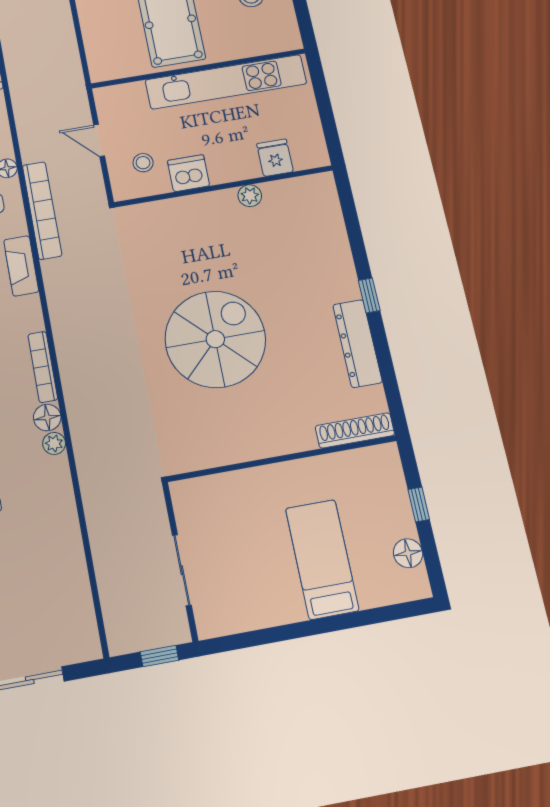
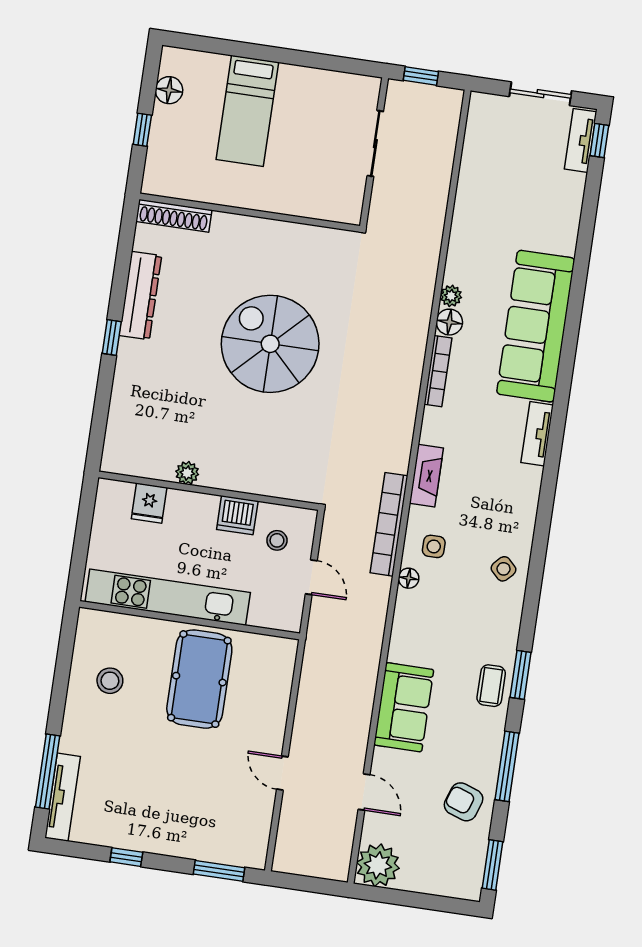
spiral stairs: (215, 339) -> (270, 344), turned 90

